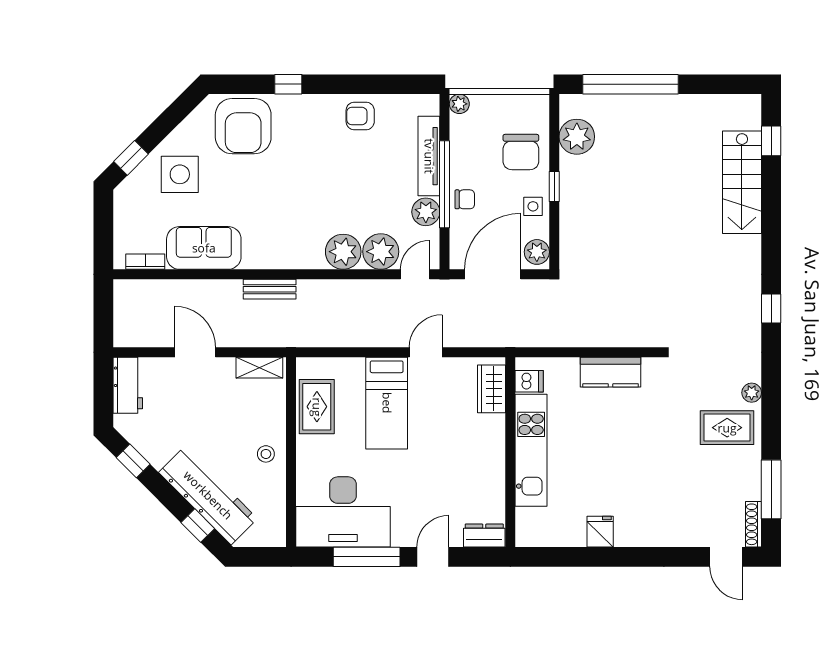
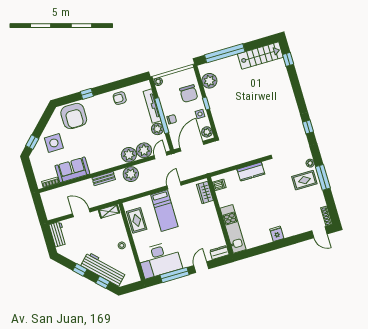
stairs: (742, 182) -> (260, 56), moved, turned -90
plant: (334, 297) -> (131, 174), added
kitchen unit: (531, 450) -> (233, 229), moved
window: (133, 461) -> (80, 270), moved
window: (771, 489) -> (323, 177), moved
fridge: (600, 532) -> (277, 234), moved

